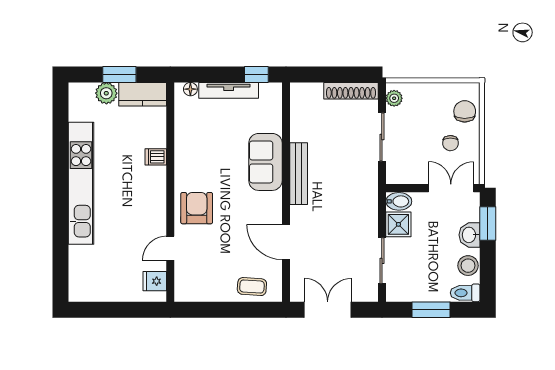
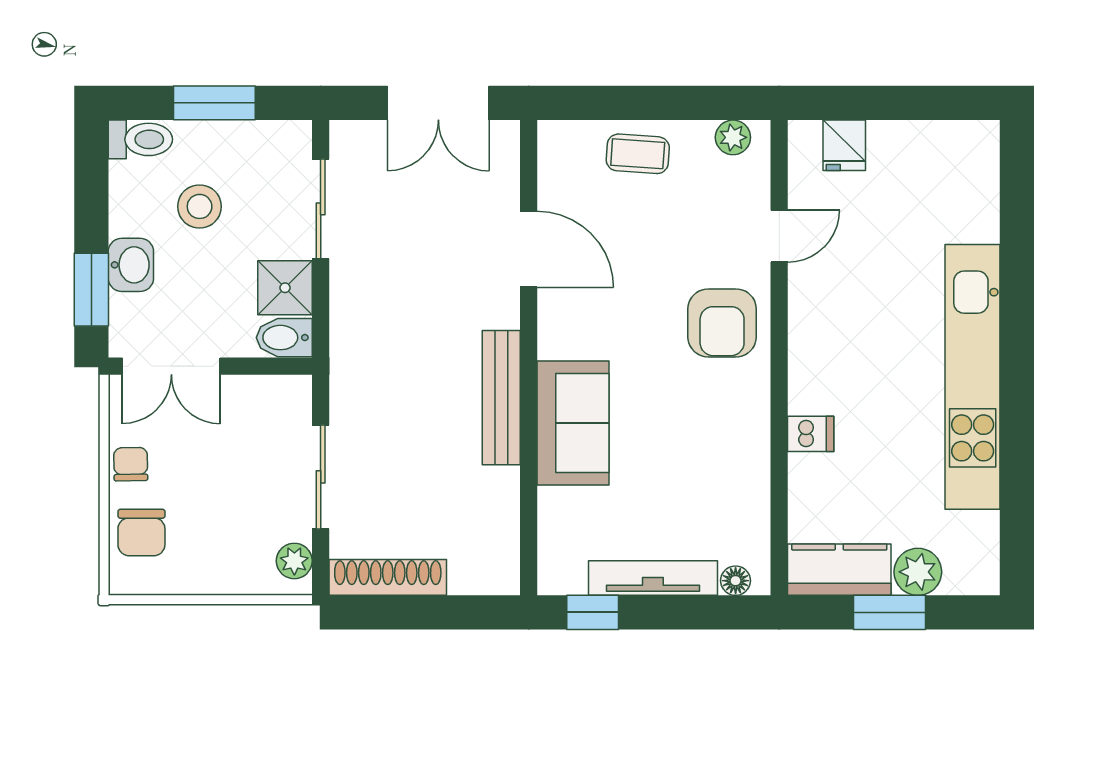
chair: (450, 143) -> (131, 464), moved
stool: (468, 266) -> (200, 206), moved
fridge: (155, 281) -> (844, 145), moved, turned 90
coffee table: (252, 287) -> (638, 154), moved
plant: (192, 294) -> (733, 137), added

